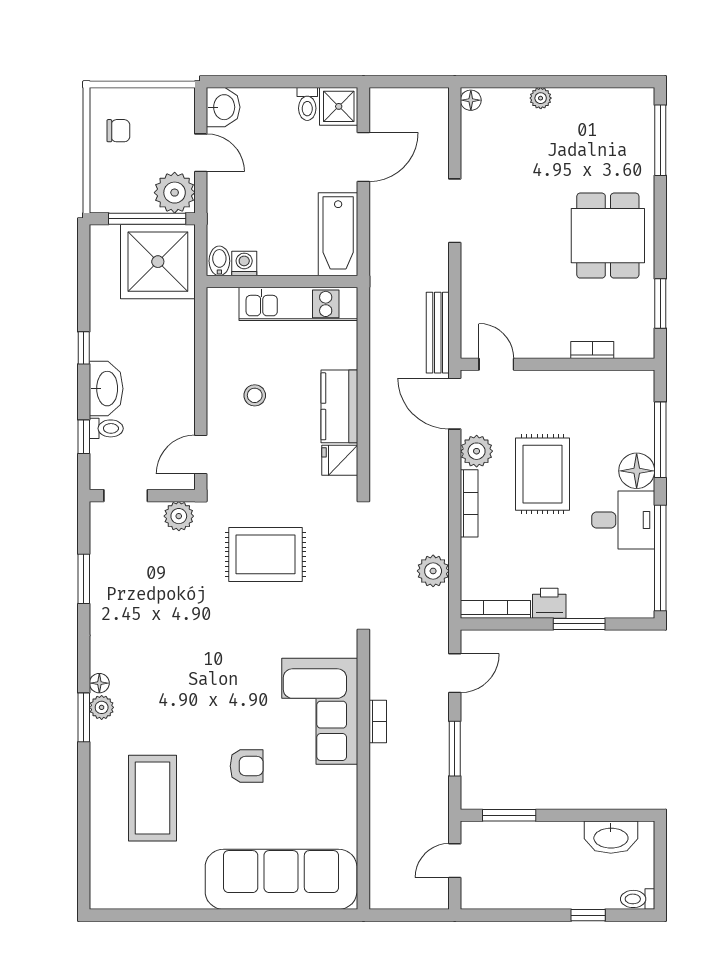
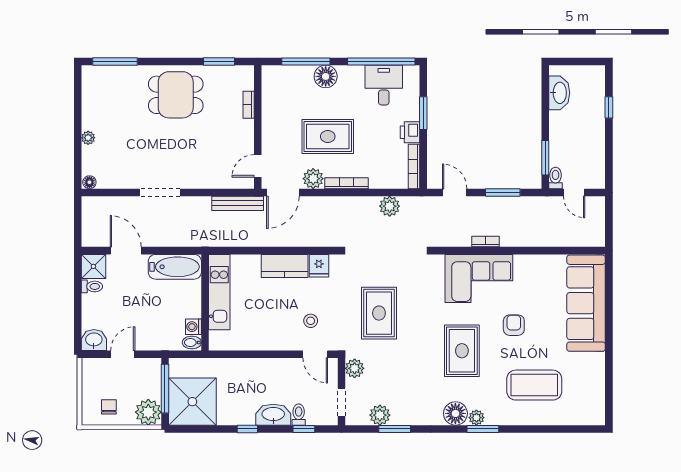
plant: (175, 193) -> (148, 412), moved
shower: (158, 262) -> (192, 402), moved
stool: (255, 395) -> (311, 321), moved
desk: (623, 520) -> (384, 85), moved
plant: (105, 556) -> (380, 415), added
floor lamp: (99, 683) -> (455, 413), width x1.89, depth x1.89
rug: (206, 685) -> (462, 351), added
toilet: (638, 899) -> (555, 178), moved, turned 180

